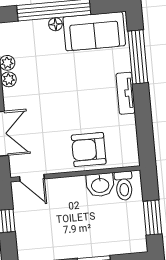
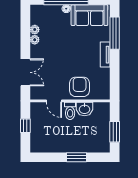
armchair: (89, 150) -> (80, 87), turned 90
door: (32, 178) -> (54, 101), moved
toilet: (124, 186) -> (70, 111), moved

